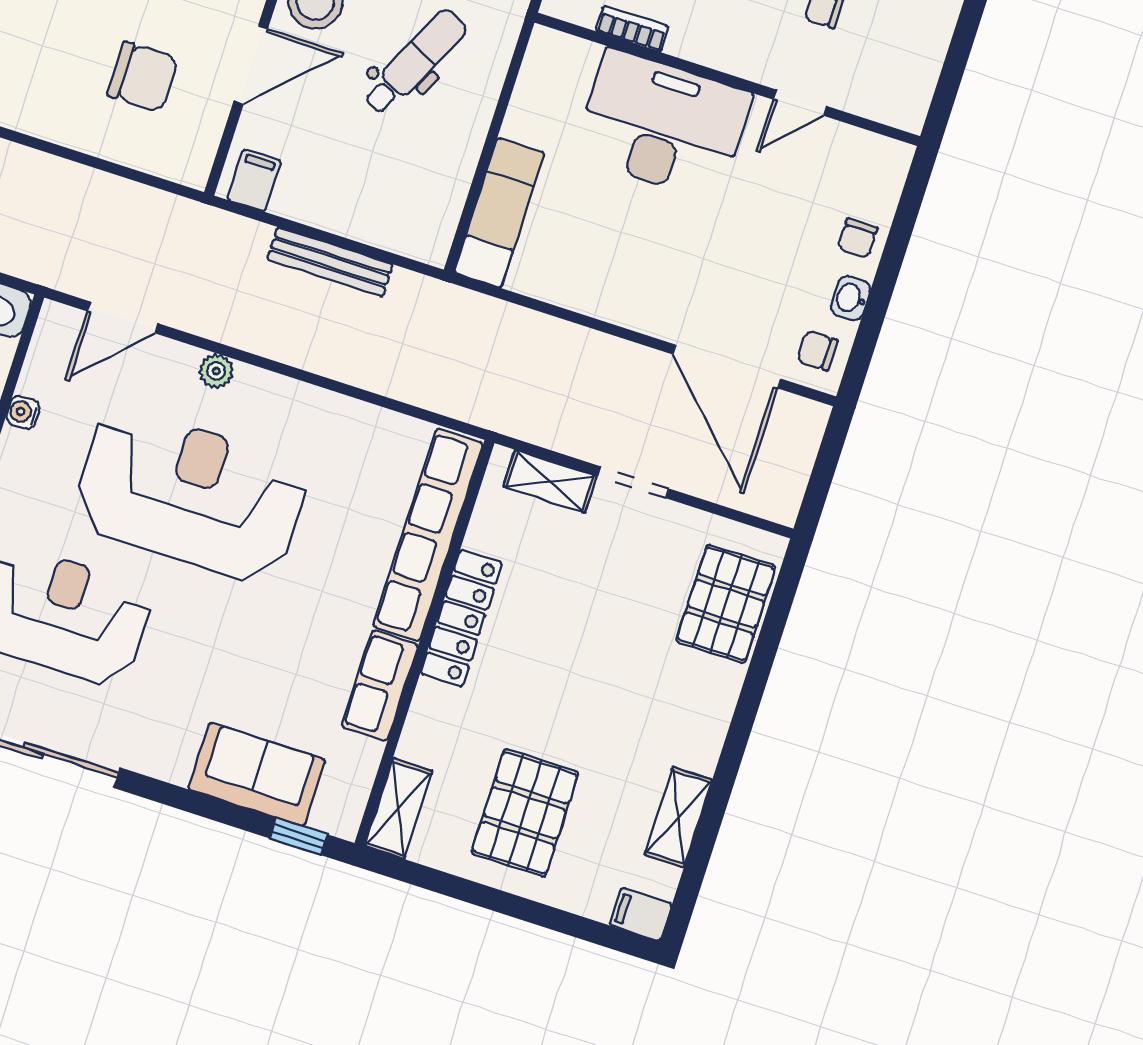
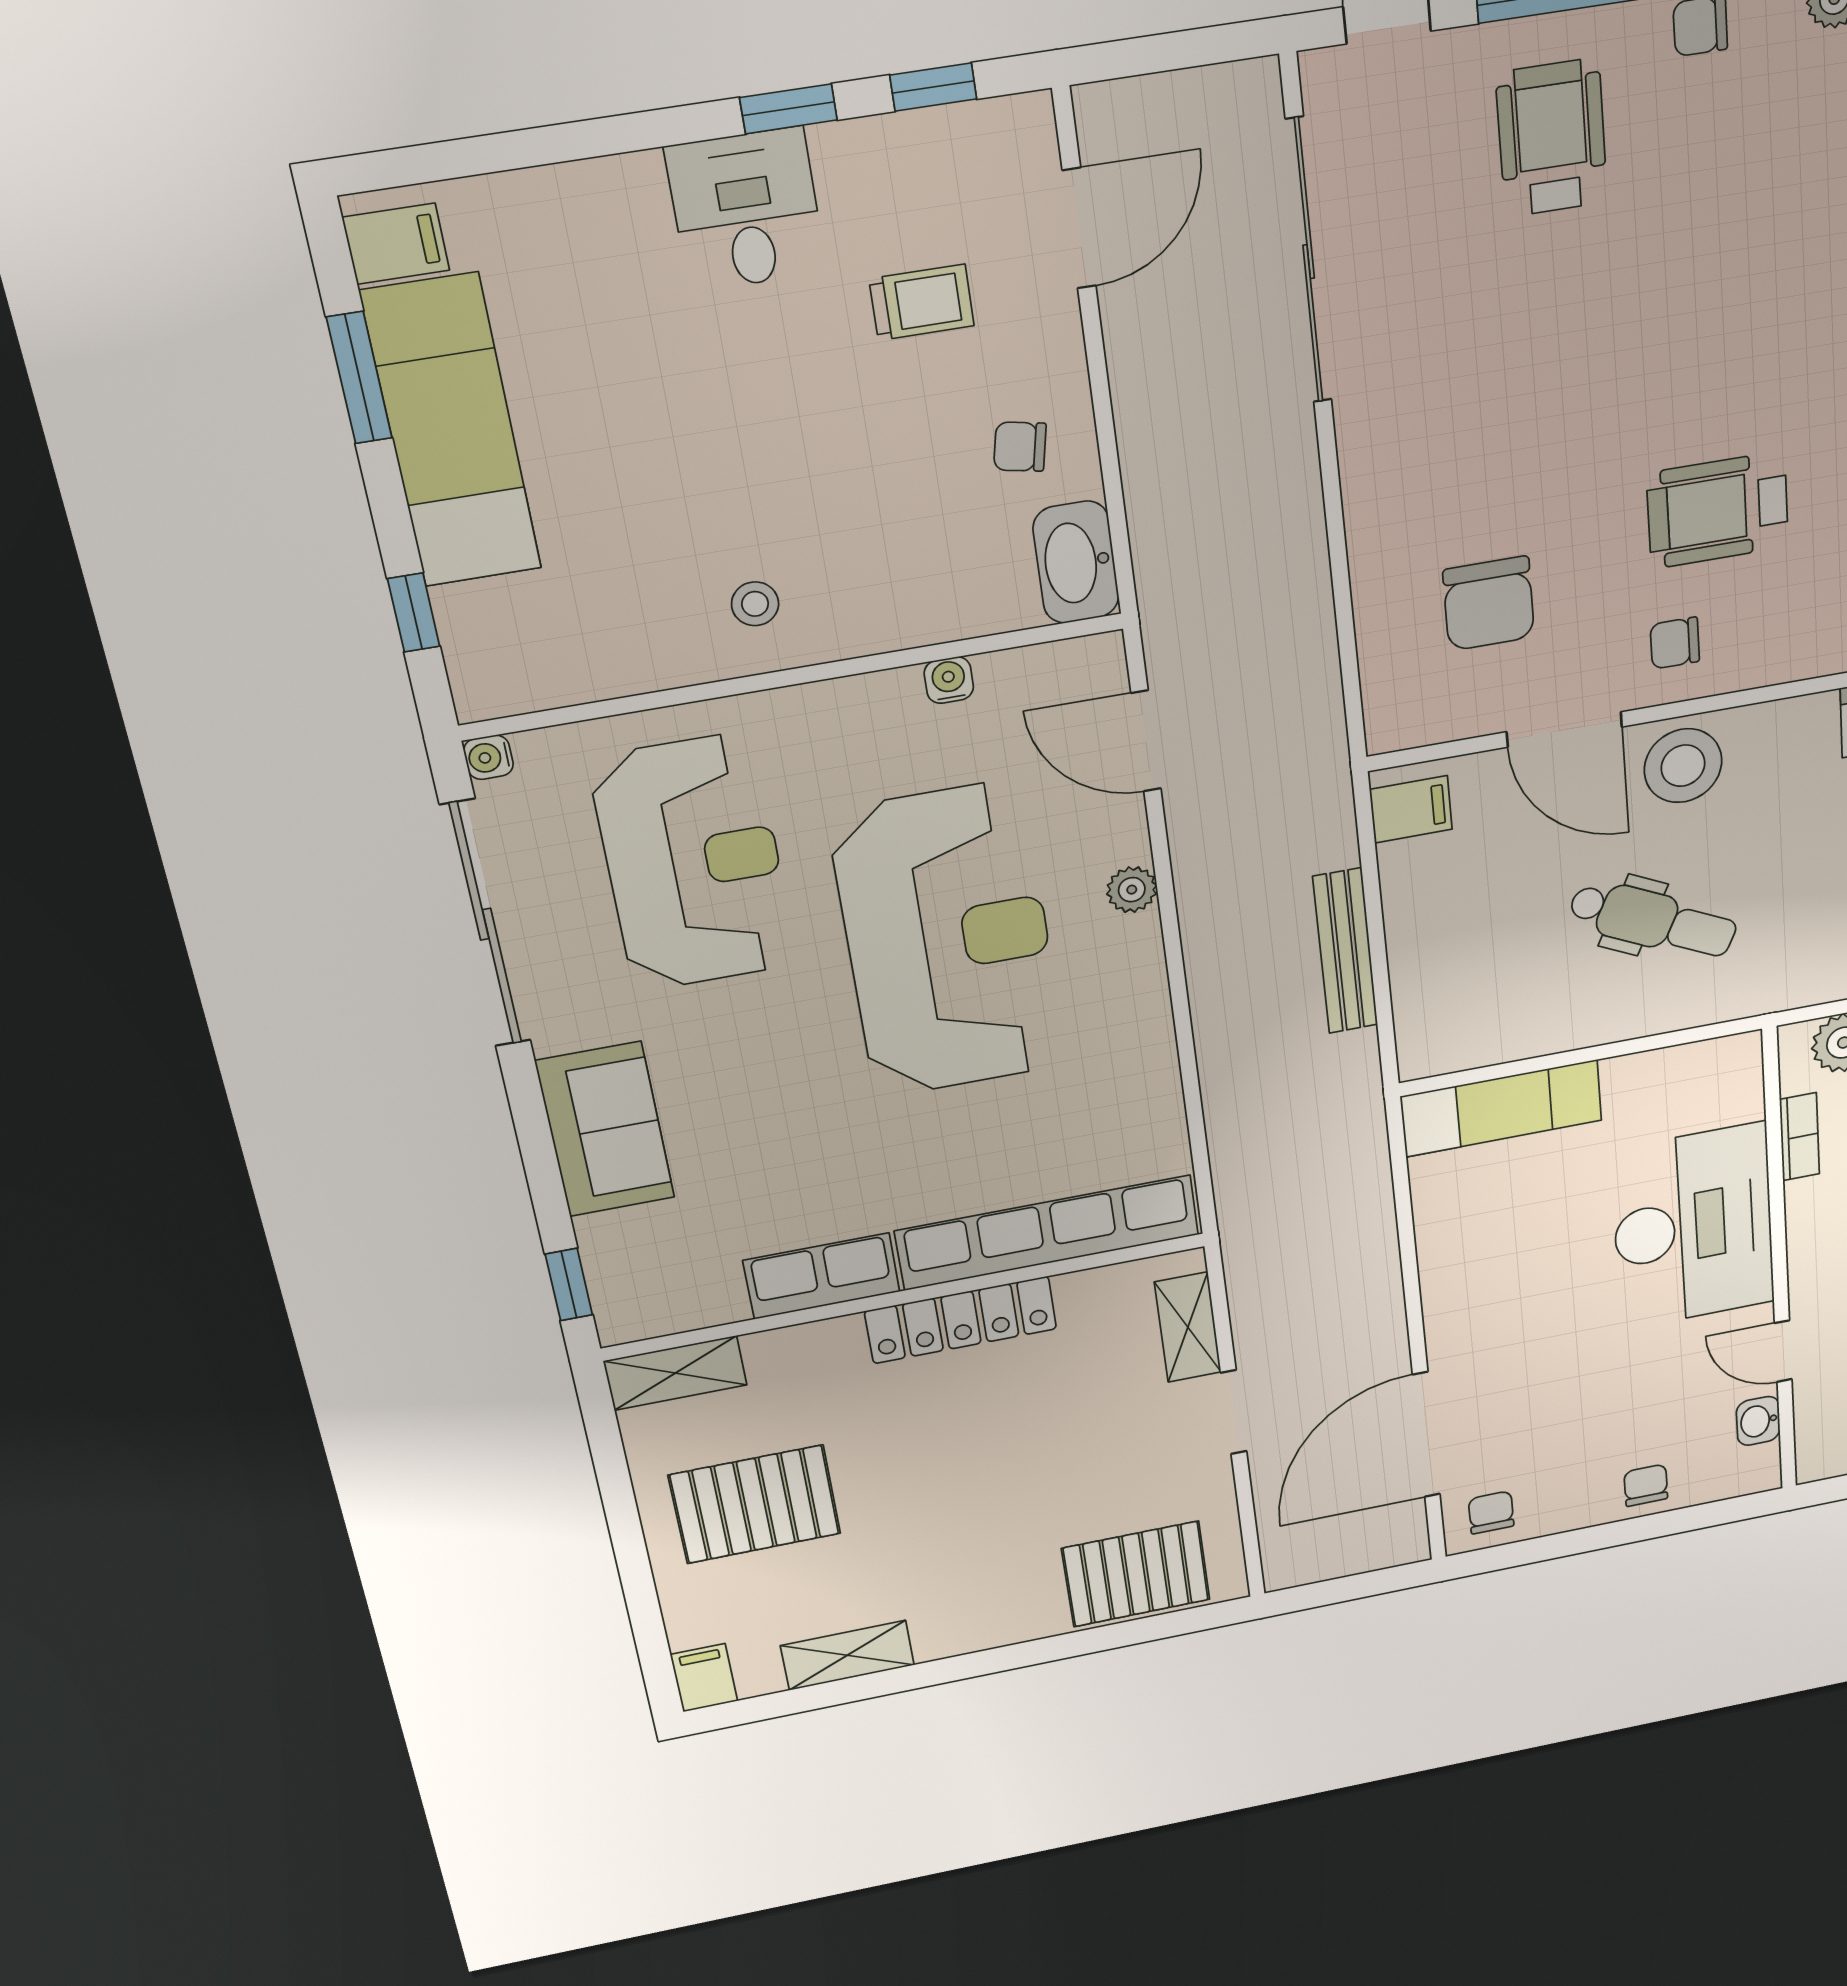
chair: (858, 238) -> (1646, 1485), turned 90
washbasin: (851, 298) -> (1758, 1421), moved, turned -90
sofa: (257, 774) -> (605, 1130), moved

